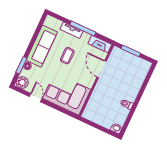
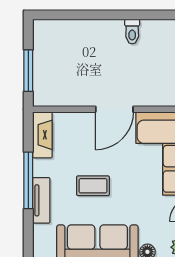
door: (102, 69) -> (114, 109), moved

